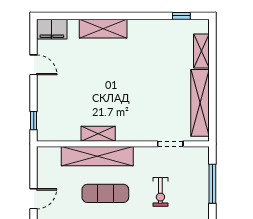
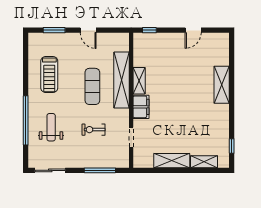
filing cabinet: (52, 29) -> (141, 107), moved, turned 180
shelving: (200, 103) -> (172, 161), width x0.68

